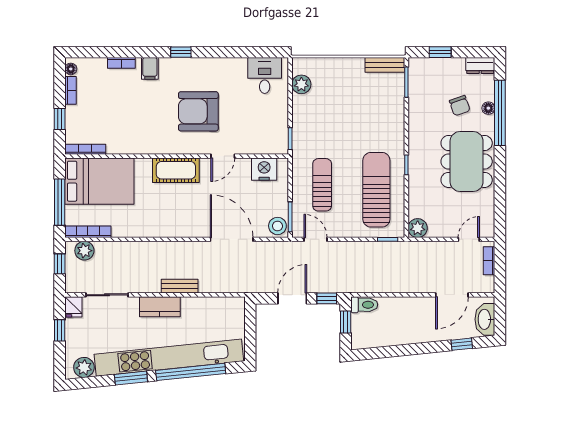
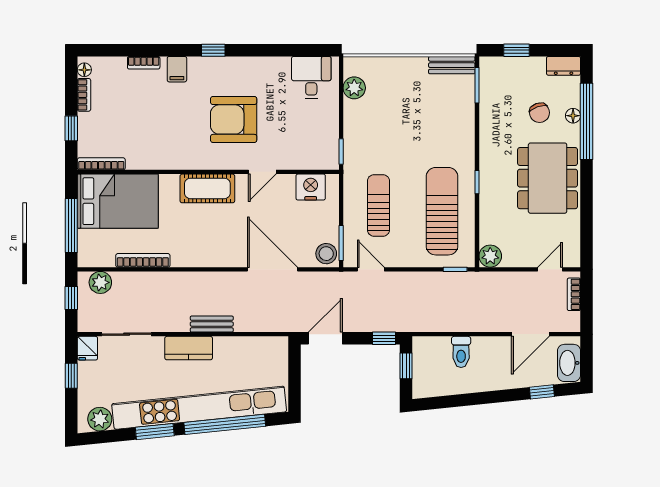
bookcase: (88, 232) -> (143, 260), moved
door: (292, 298) -> (325, 338), moved
toilet: (364, 305) -> (461, 352), moved, turned 90

